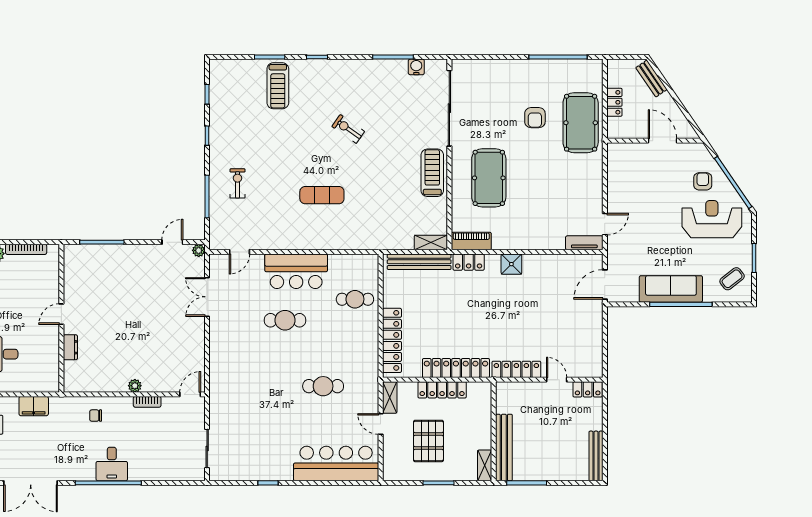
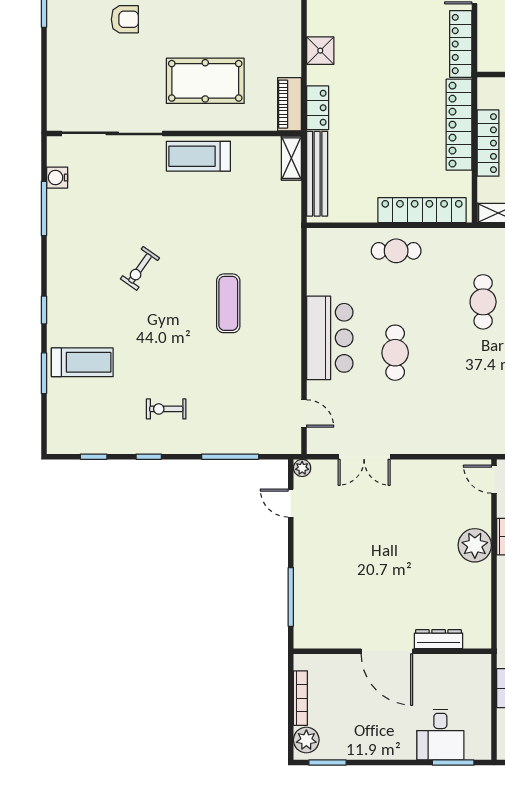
exercise bike: (238, 183) -> (166, 409), moved
cafe table: (355, 299) -> (396, 251), moved, turned 90
door: (61, 314) -> (387, 651), width x1.88
dresser: (70, 347) -> (439, 639), width x1.44
plant: (135, 386) -> (475, 545), width x1.87, depth x1.87

